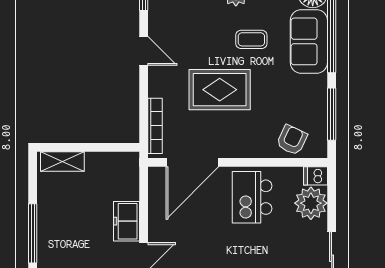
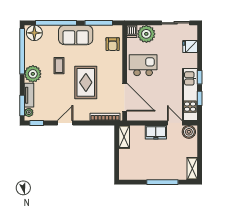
sofa: (309, 41) -> (76, 35), moved
armchair: (292, 140) -> (113, 44), turned -115
shelving: (62, 162) -> (124, 137), moved
kitchen island: (252, 197) -> (143, 65), turned 180

